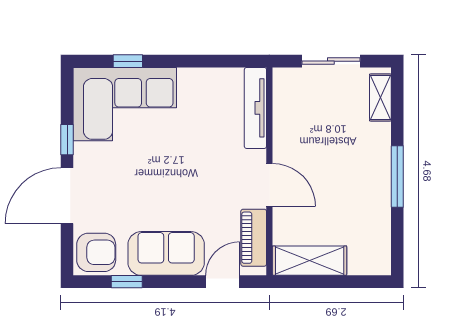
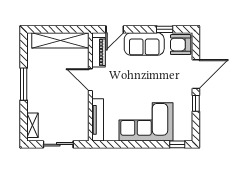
window: (128, 61) -> (177, 144), moved
corner sofa: (125, 104) -> (146, 122), moved
shelving: (310, 261) -> (60, 40), width x1.47

